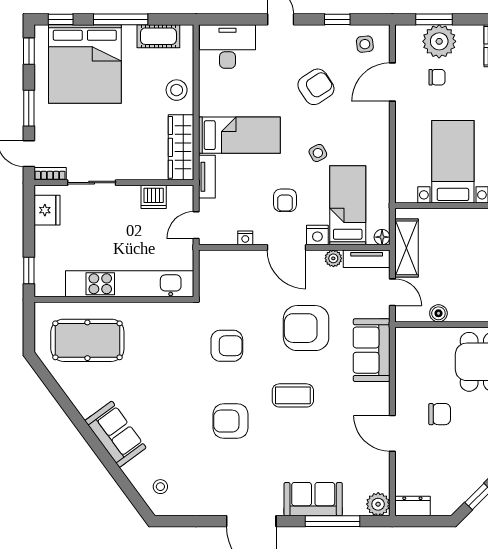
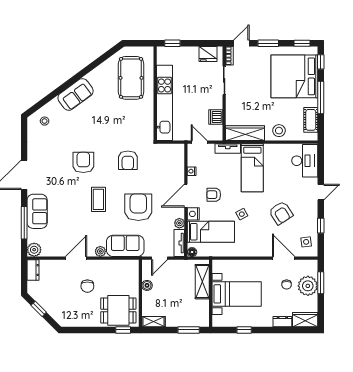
shelving: (406, 248) -> (202, 282), moved, turned 90
plant: (381, 392) -> (100, 251), added

